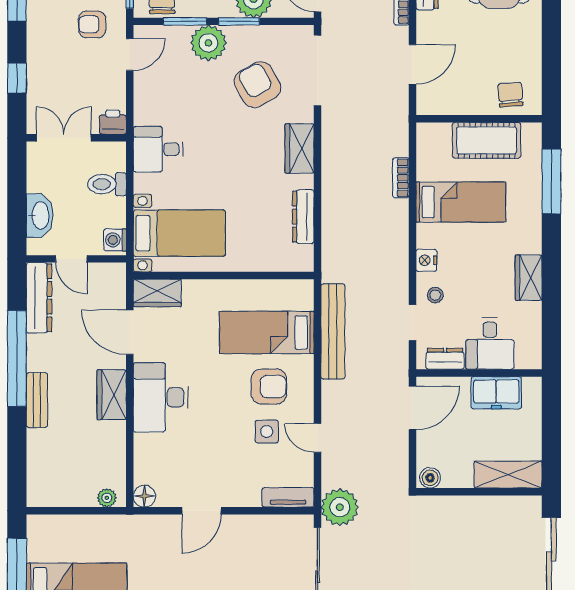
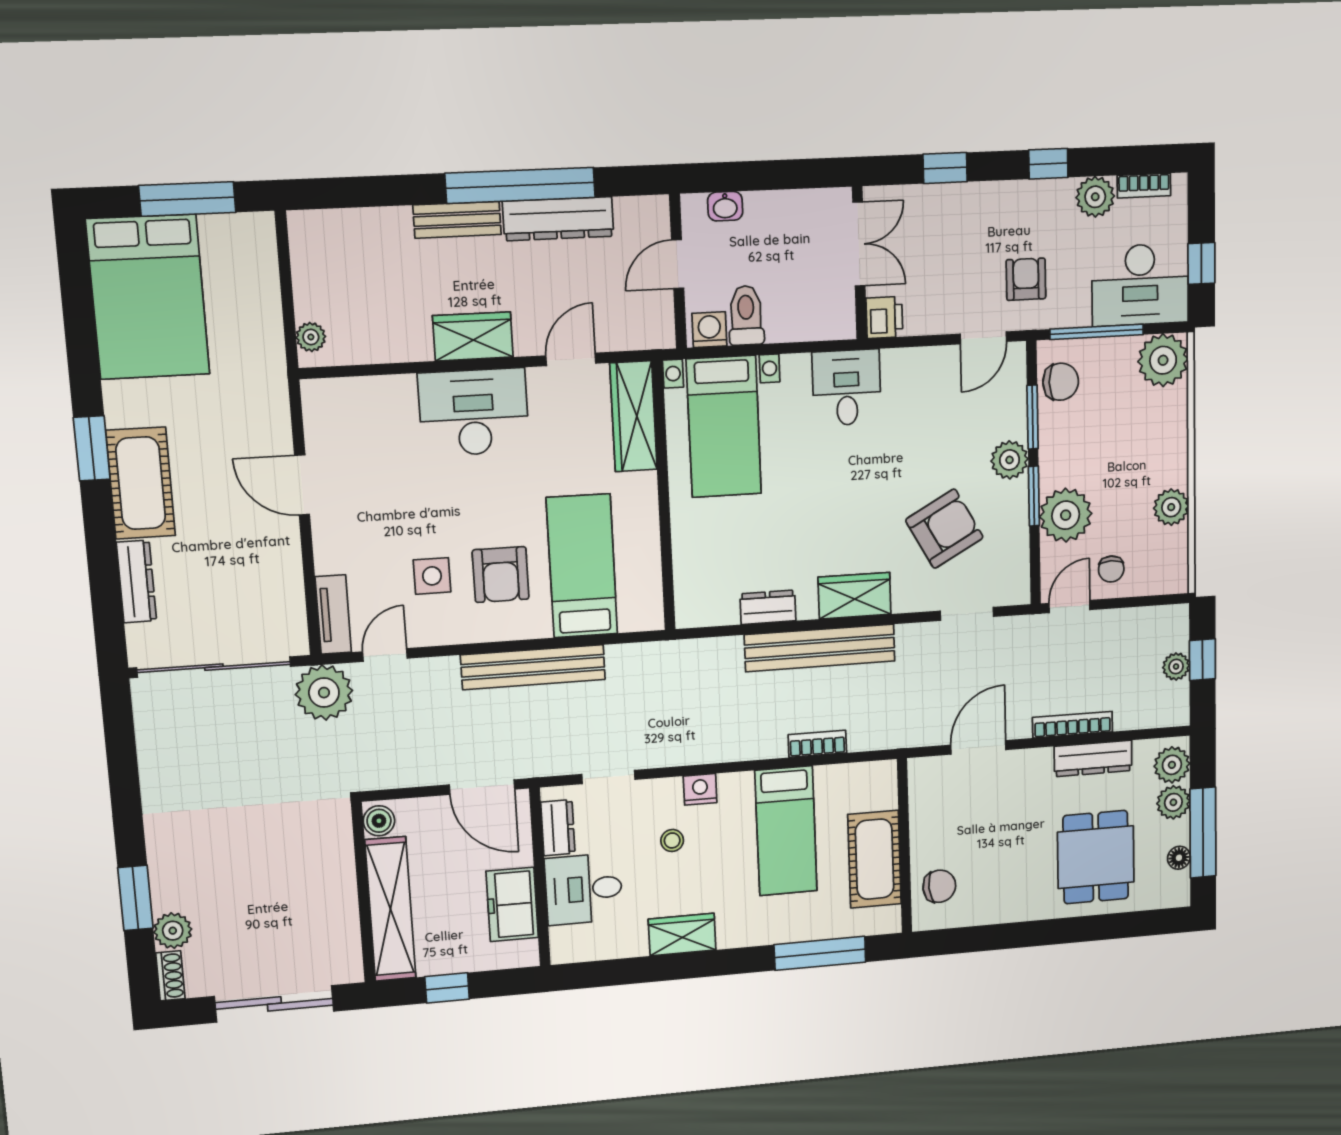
plant: (208, 43) -> (1010, 460), width x0.73, depth x0.73
door: (130, 55) -> (983, 338), hinge flipped
door: (412, 64) -> (978, 747), swing flipped
doorway: (317, 70) -> (967, 614), width x0.53
bench: (334, 174) -> (820, 648), added
toilet: (107, 184) -> (746, 315), moved
washbasin: (40, 216) -> (725, 206), width x0.52, depth x0.69
dresser: (303, 217) -> (768, 607), width x0.70
wardrobe: (157, 293) -> (633, 416), width x1.50
stool: (435, 295) -> (672, 840), moved
dresser: (39, 298) -> (558, 219), moved
bench: (333, 331) -> (533, 667), moved
door: (130, 332) -> (571, 359), width x0.73
door: (317, 438) -> (385, 655), moved
window: (551, 440) -> (447, 988), added
shelving: (508, 475) -> (390, 909), width x1.47
floor lamp: (144, 496) -> (318, 395), removed

